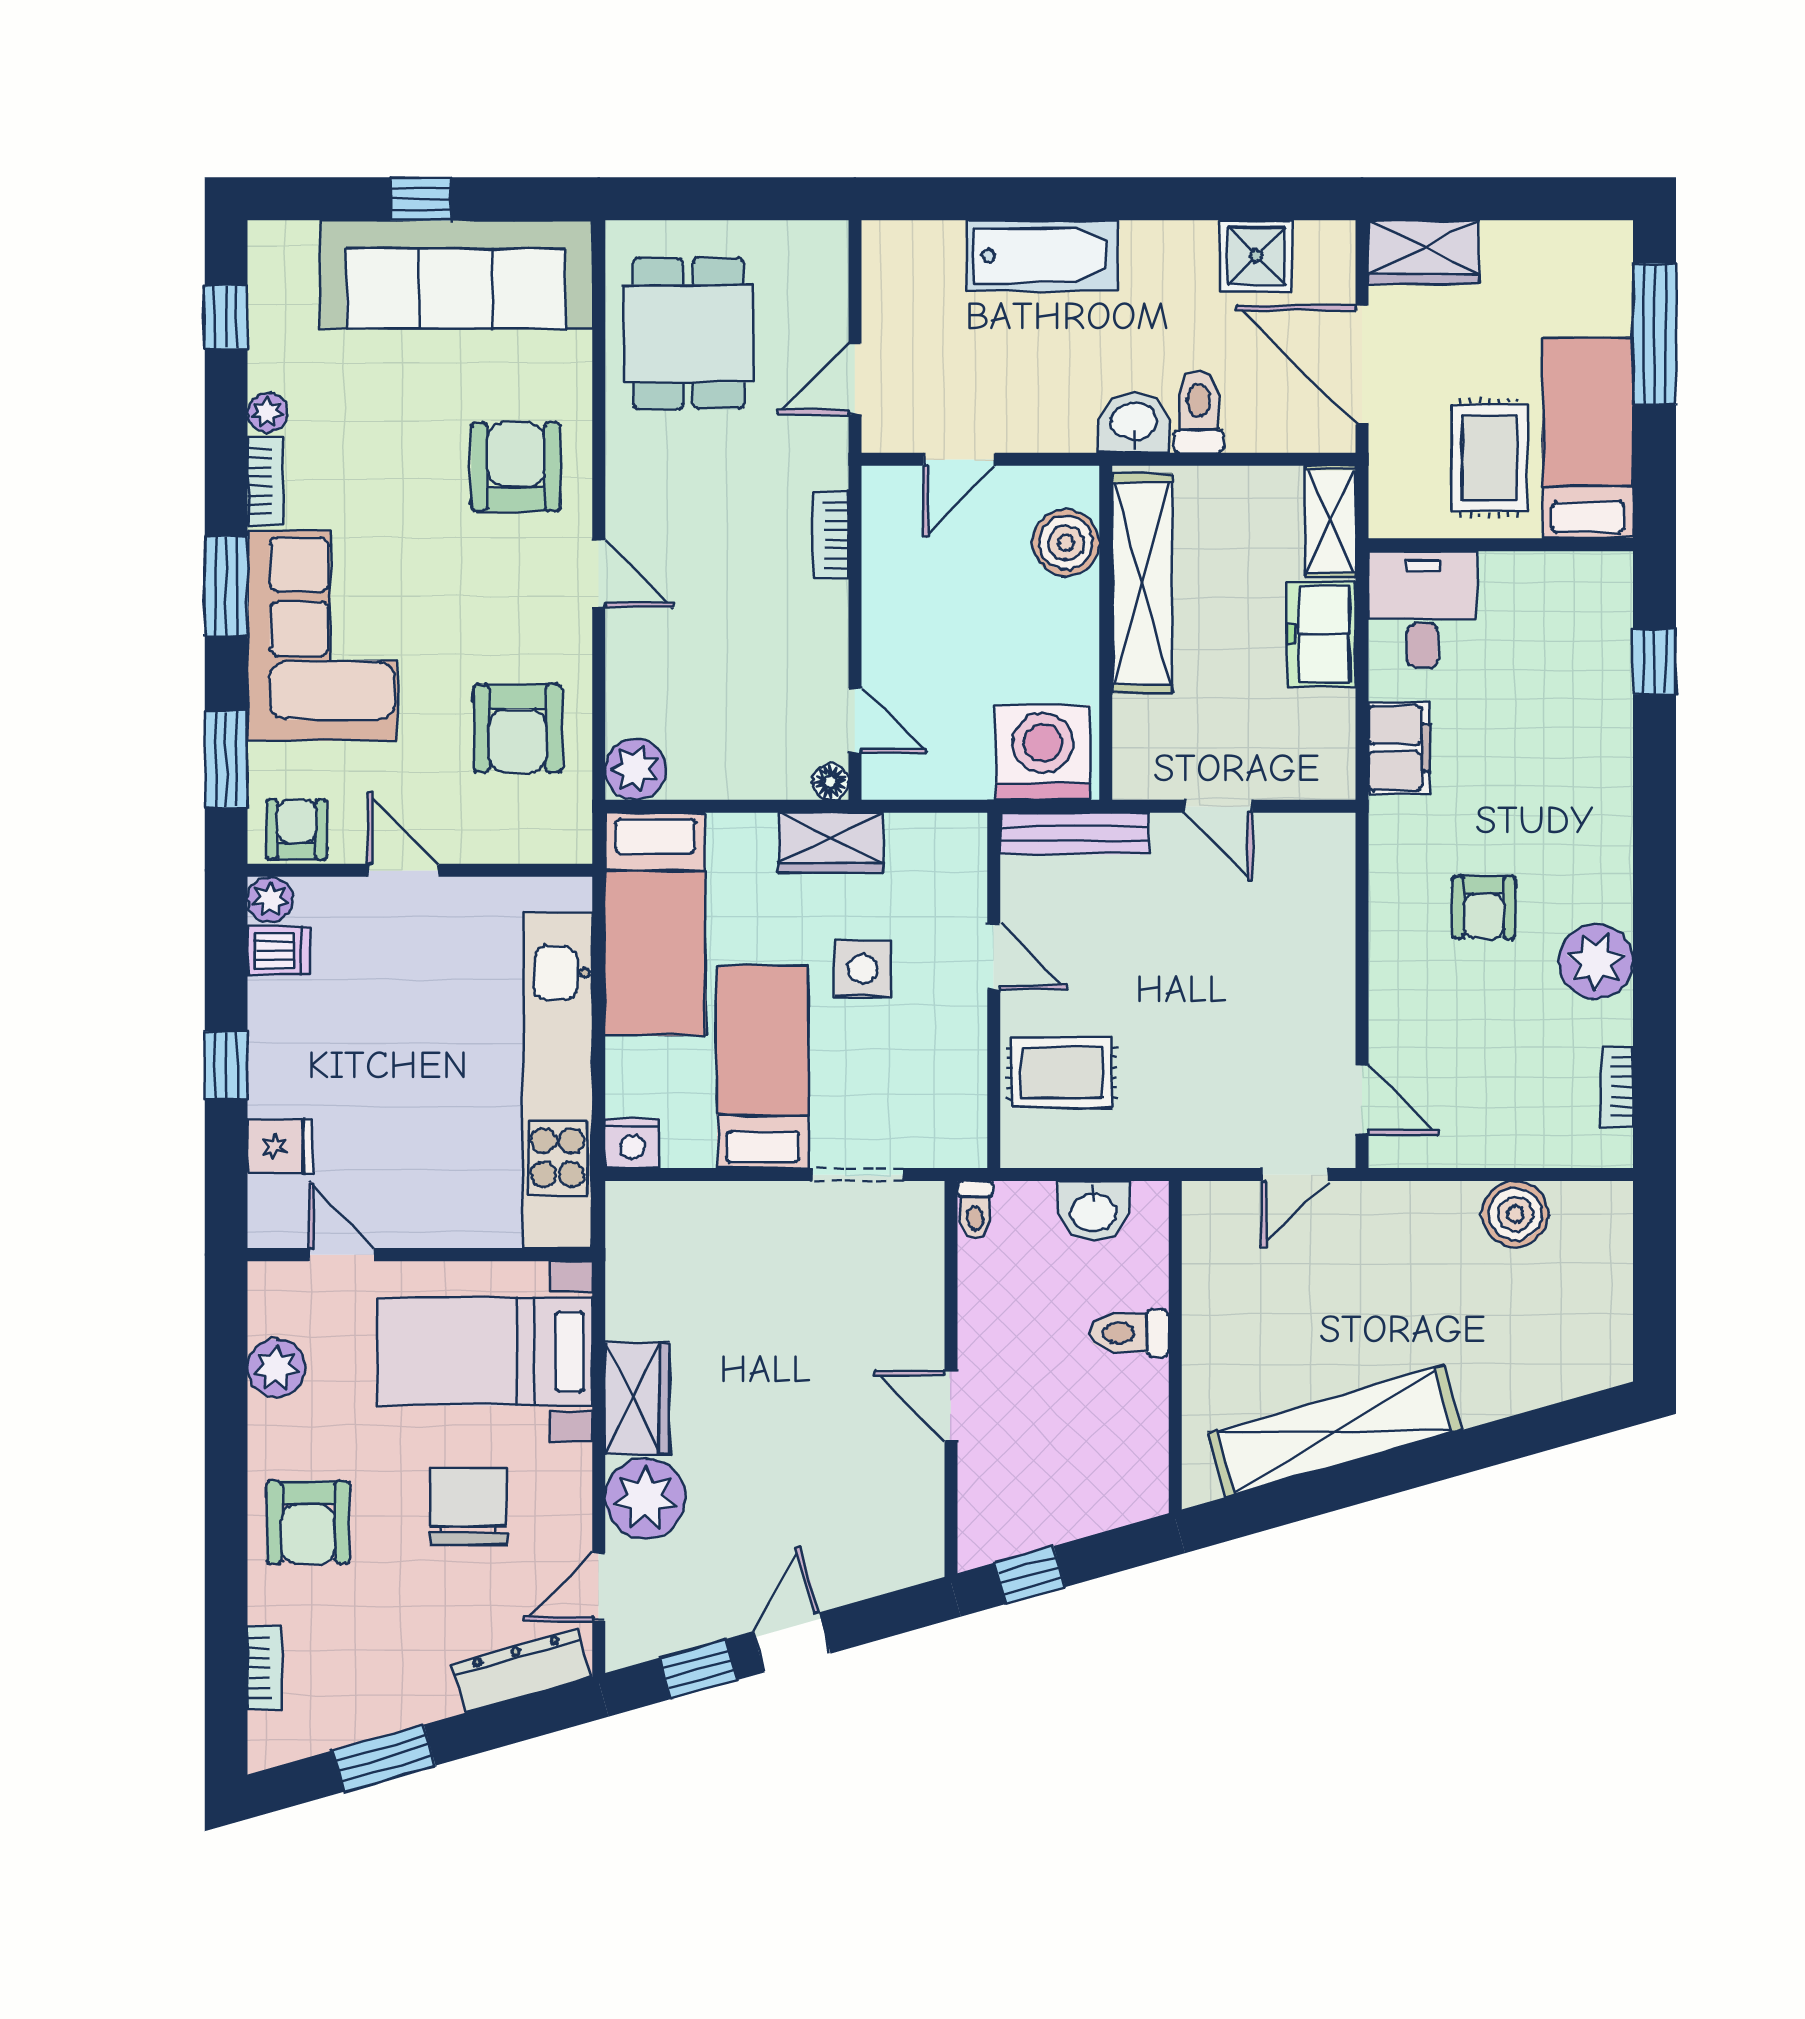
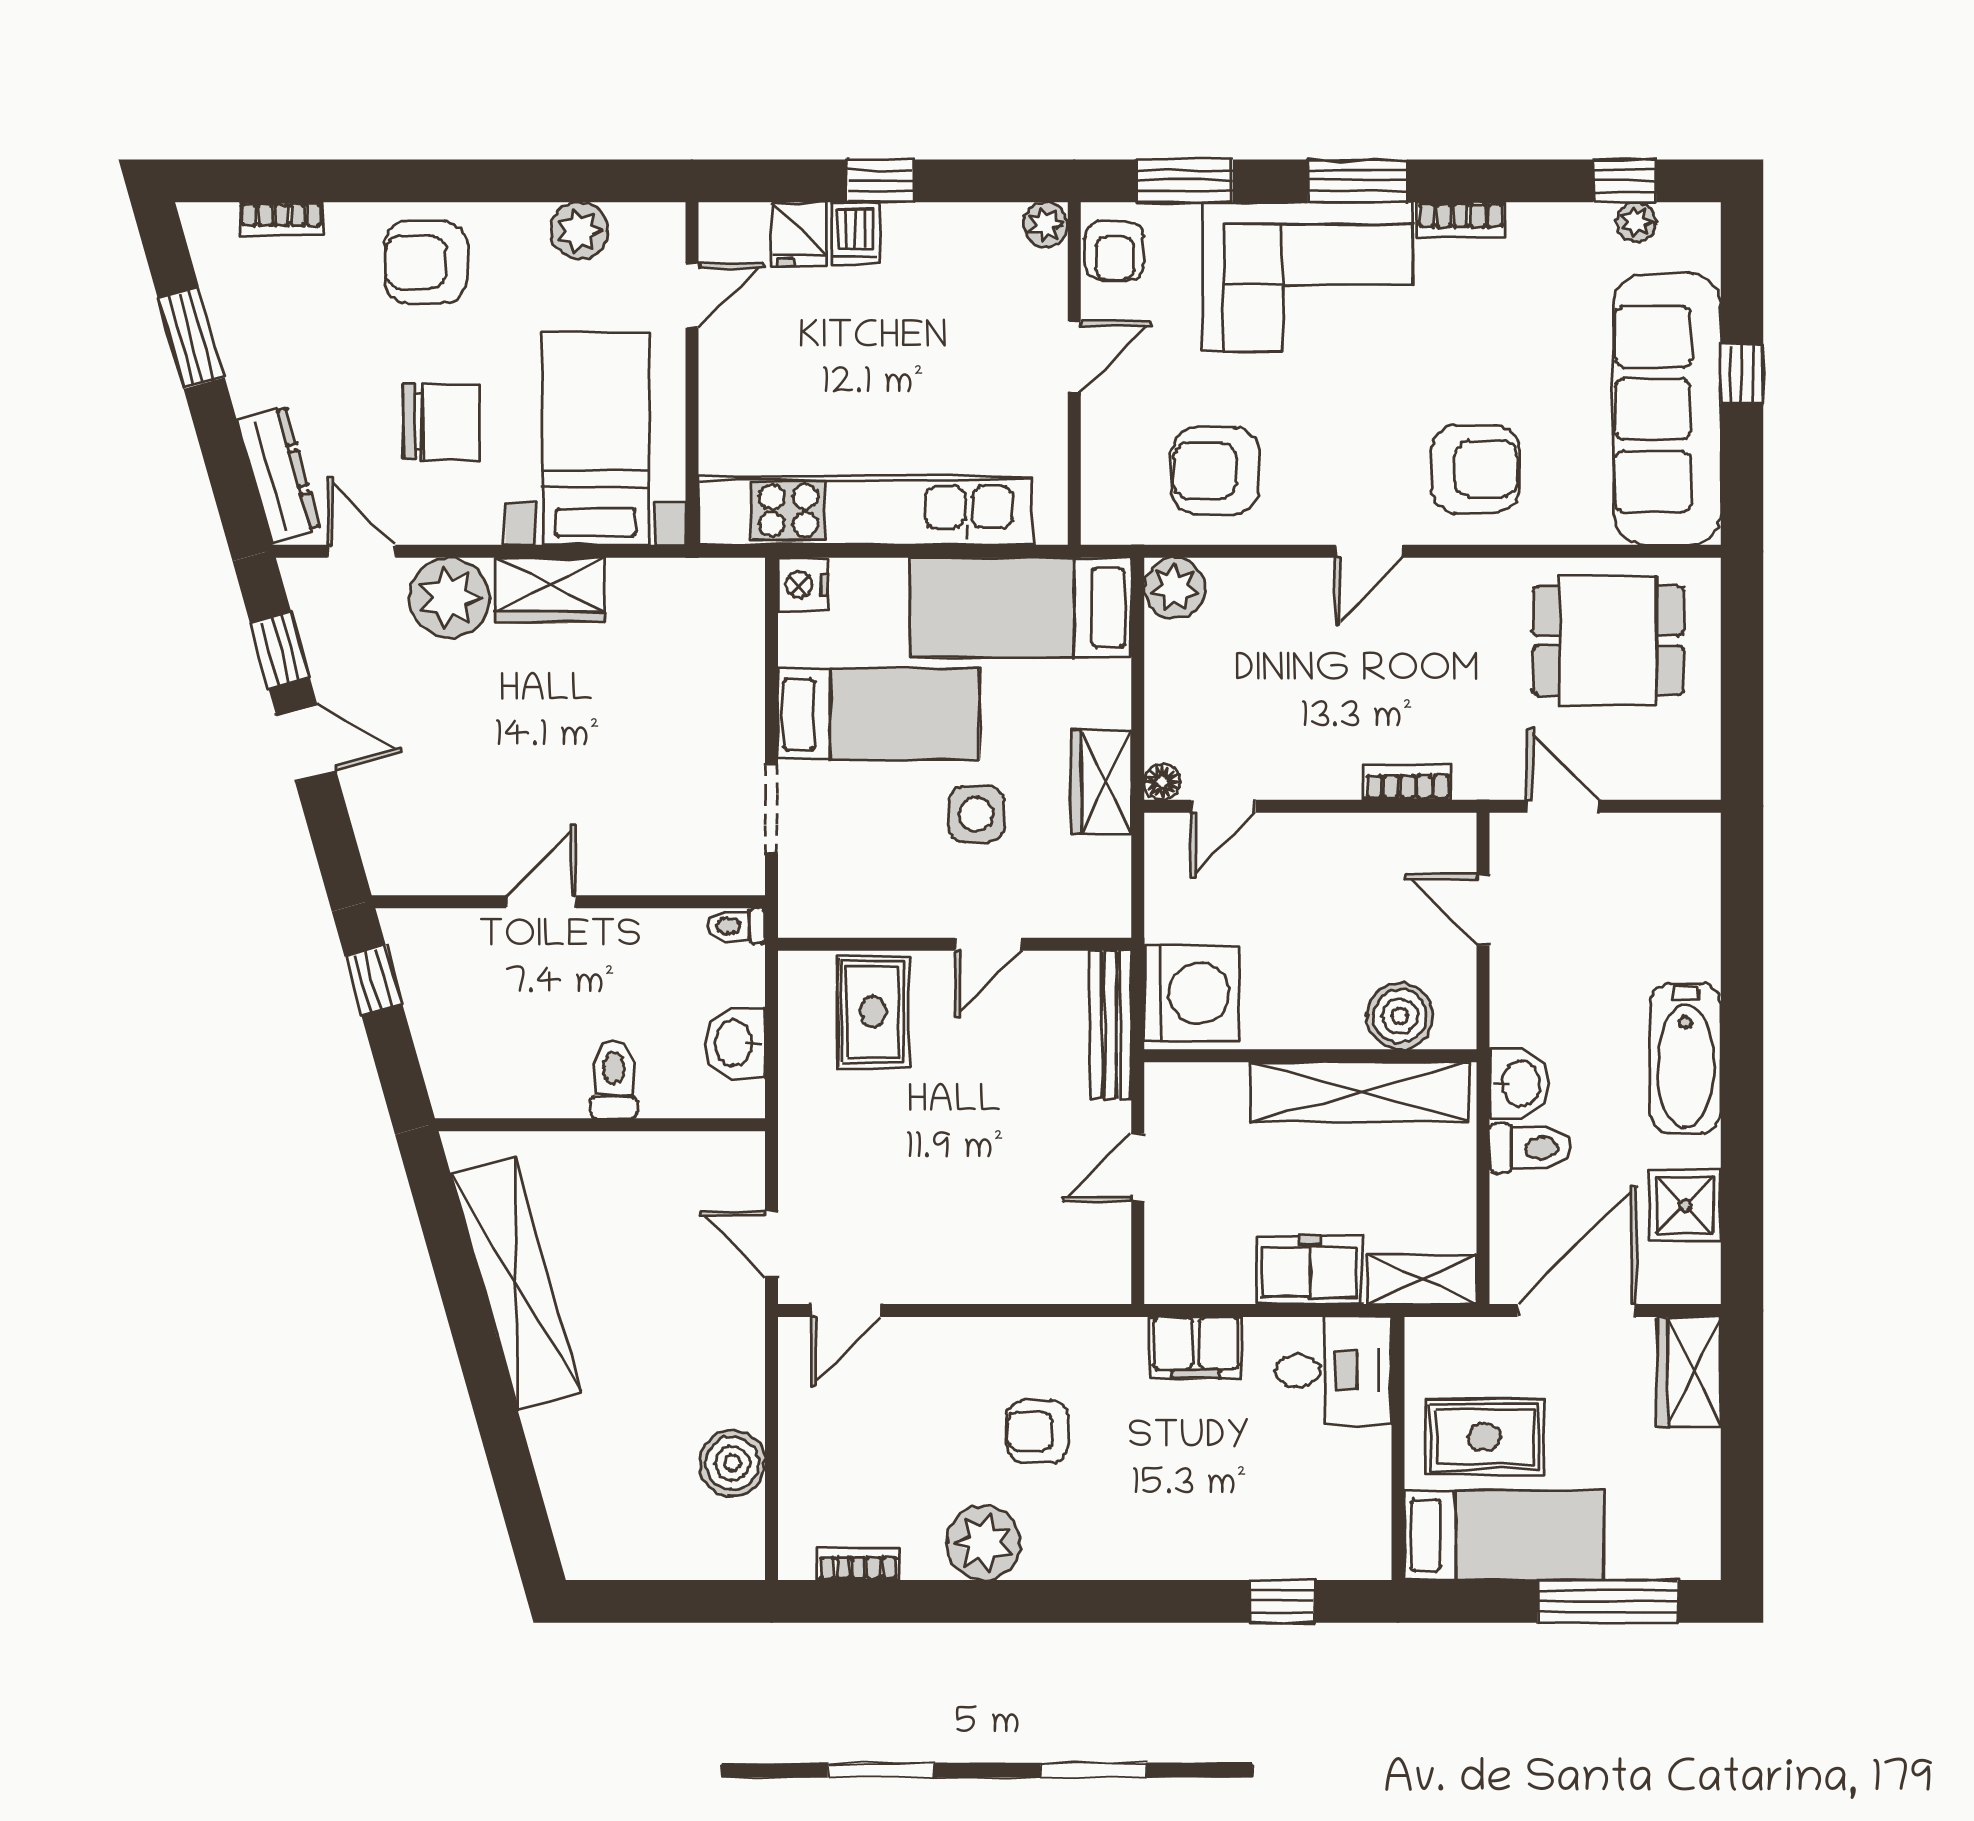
bathtub: (1042, 256) -> (1685, 1058), moved
plant: (267, 413) -> (1636, 222), moved
armchair: (297, 829) -> (1115, 251), turned 90
dishwasher: (279, 951) -> (855, 233), moved

